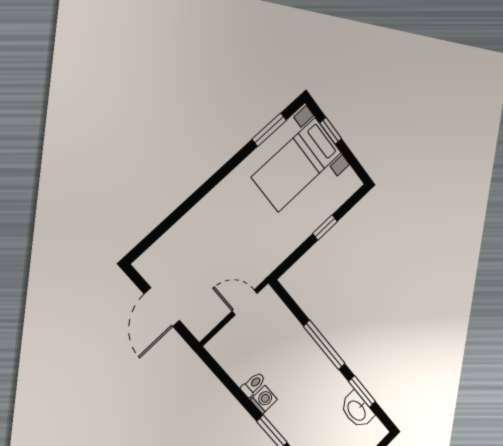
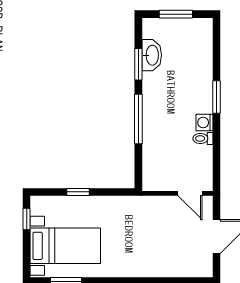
window: (331, 131) -> (27, 219), moved
door: (245, 302) -> (190, 193), moved

